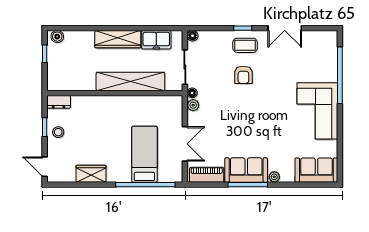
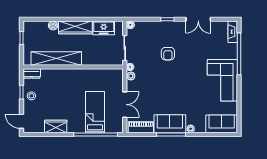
boiler: (57, 37) -> (53, 25), moved
coffee table: (245, 45) -> (169, 32), removed
fireplace: (331, 45) -> (233, 32), added
shelving: (130, 82) -> (56, 59), moved

